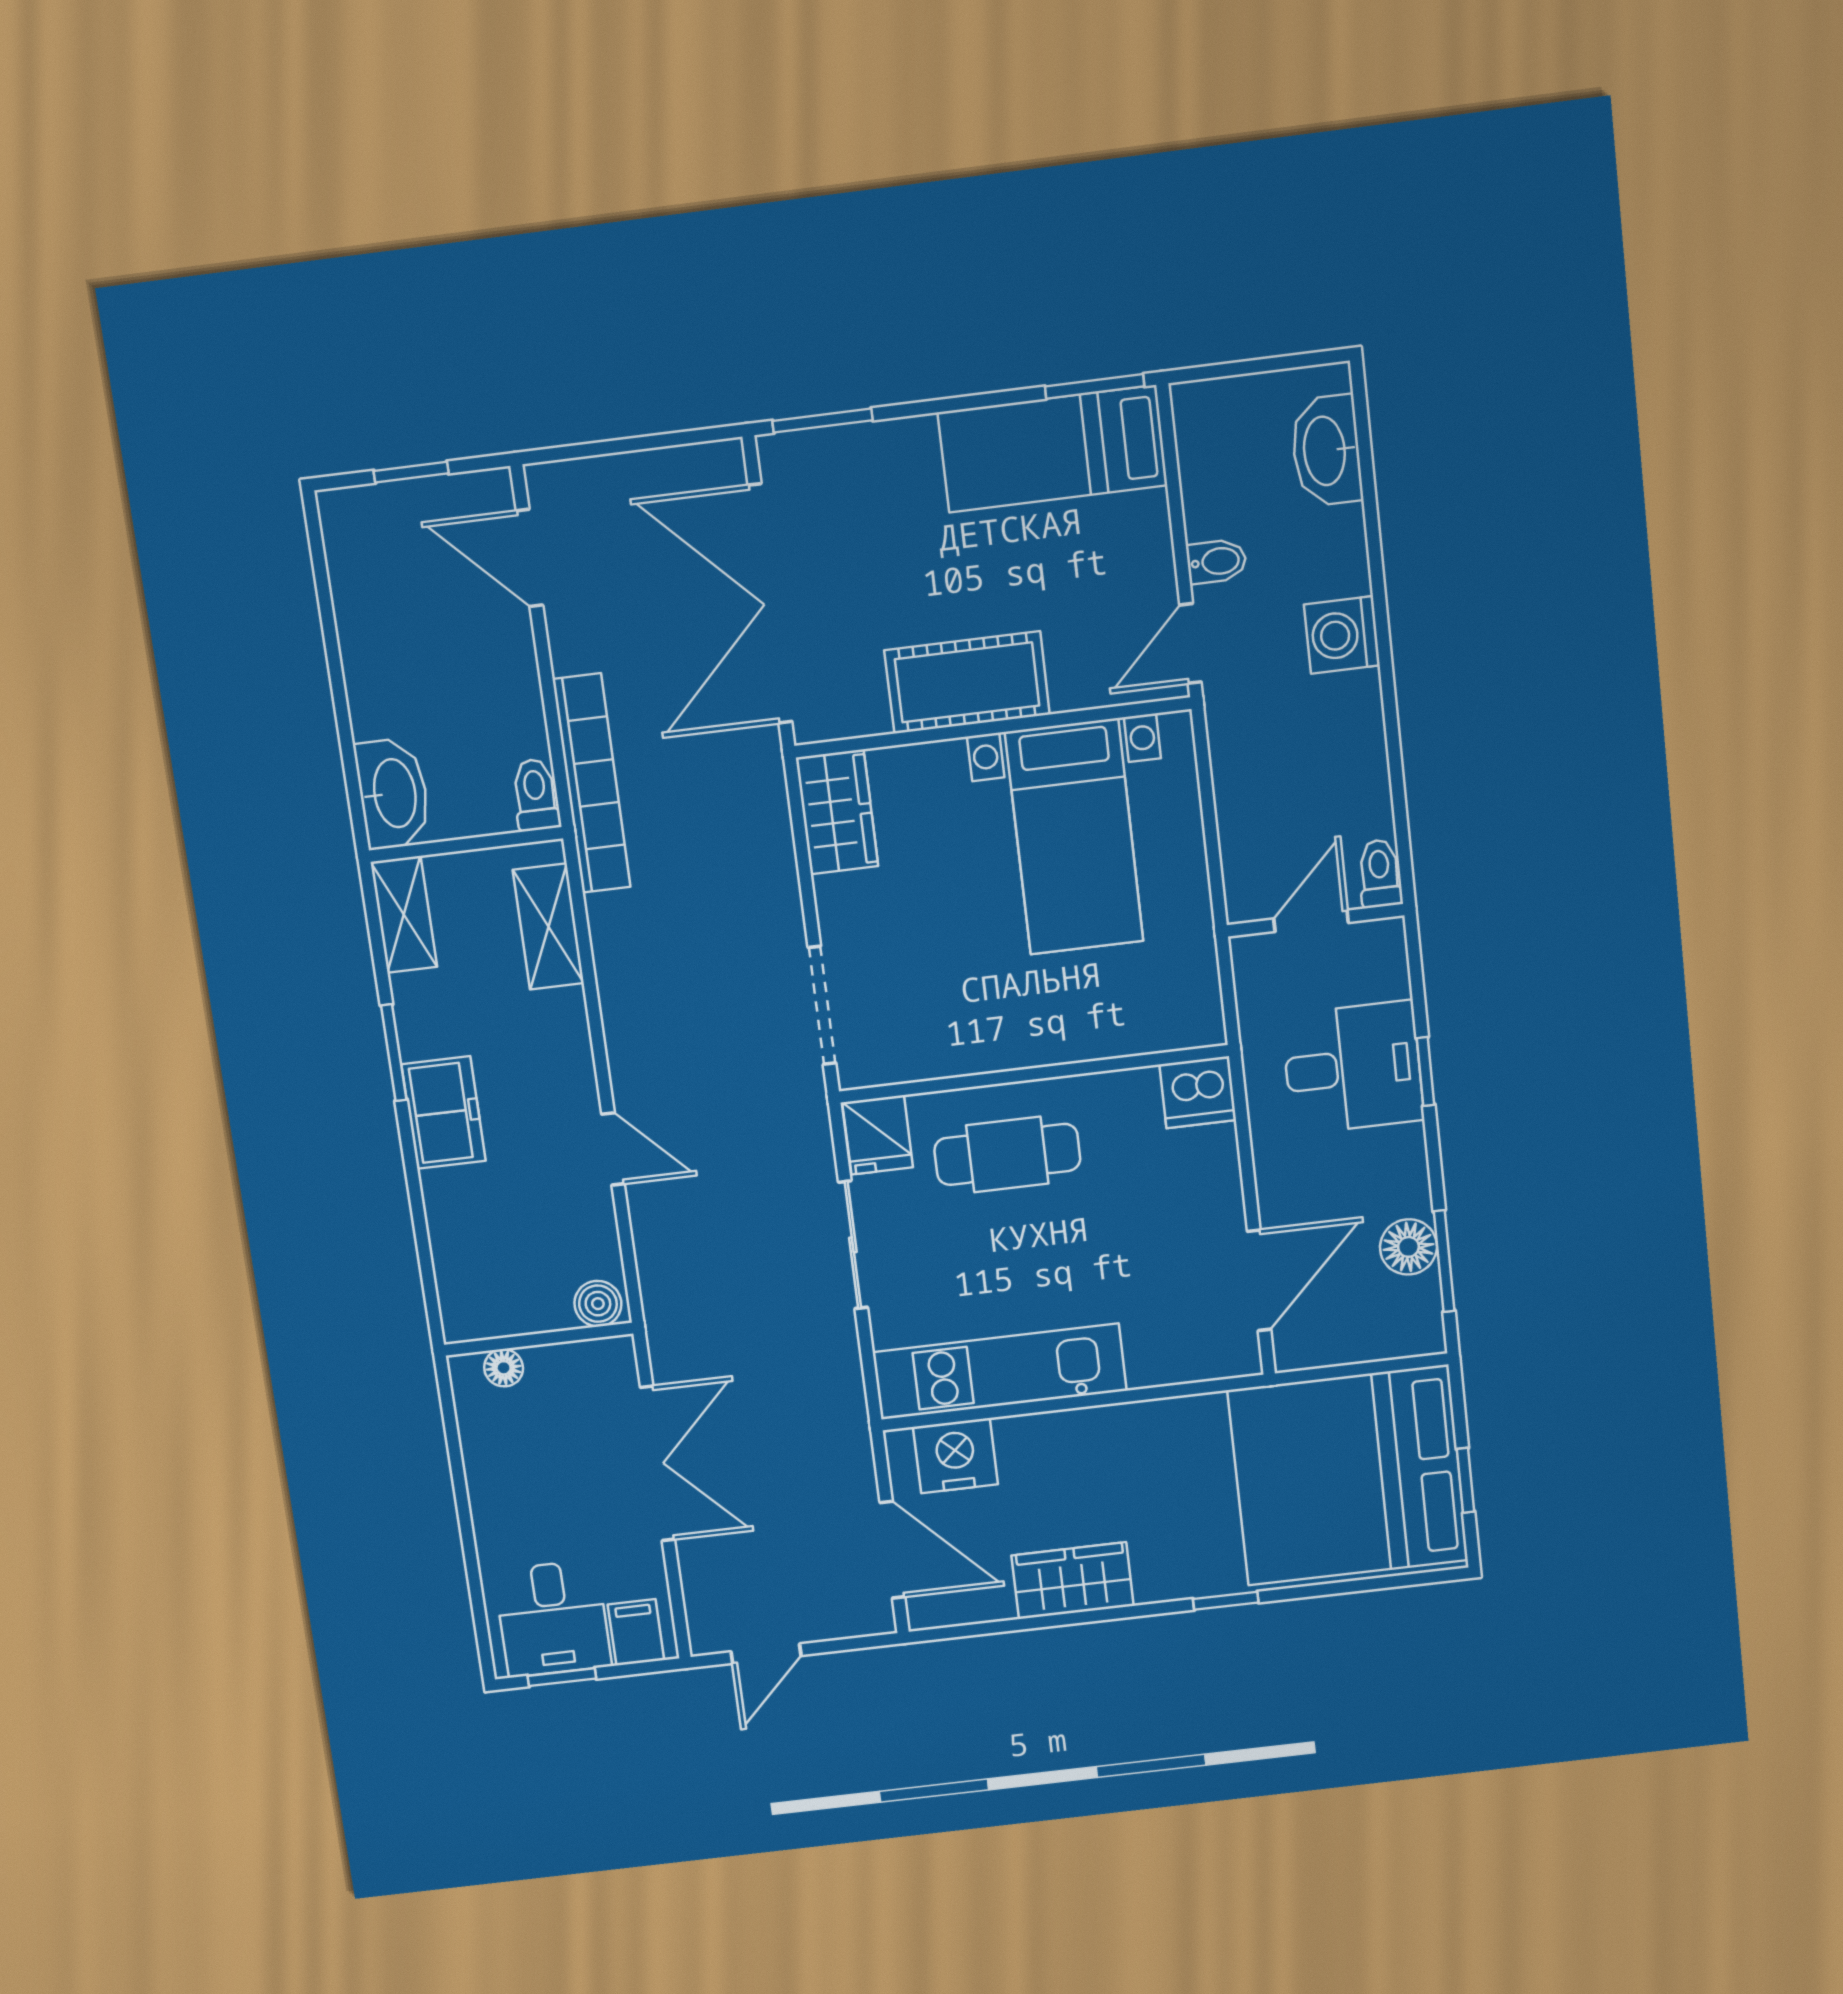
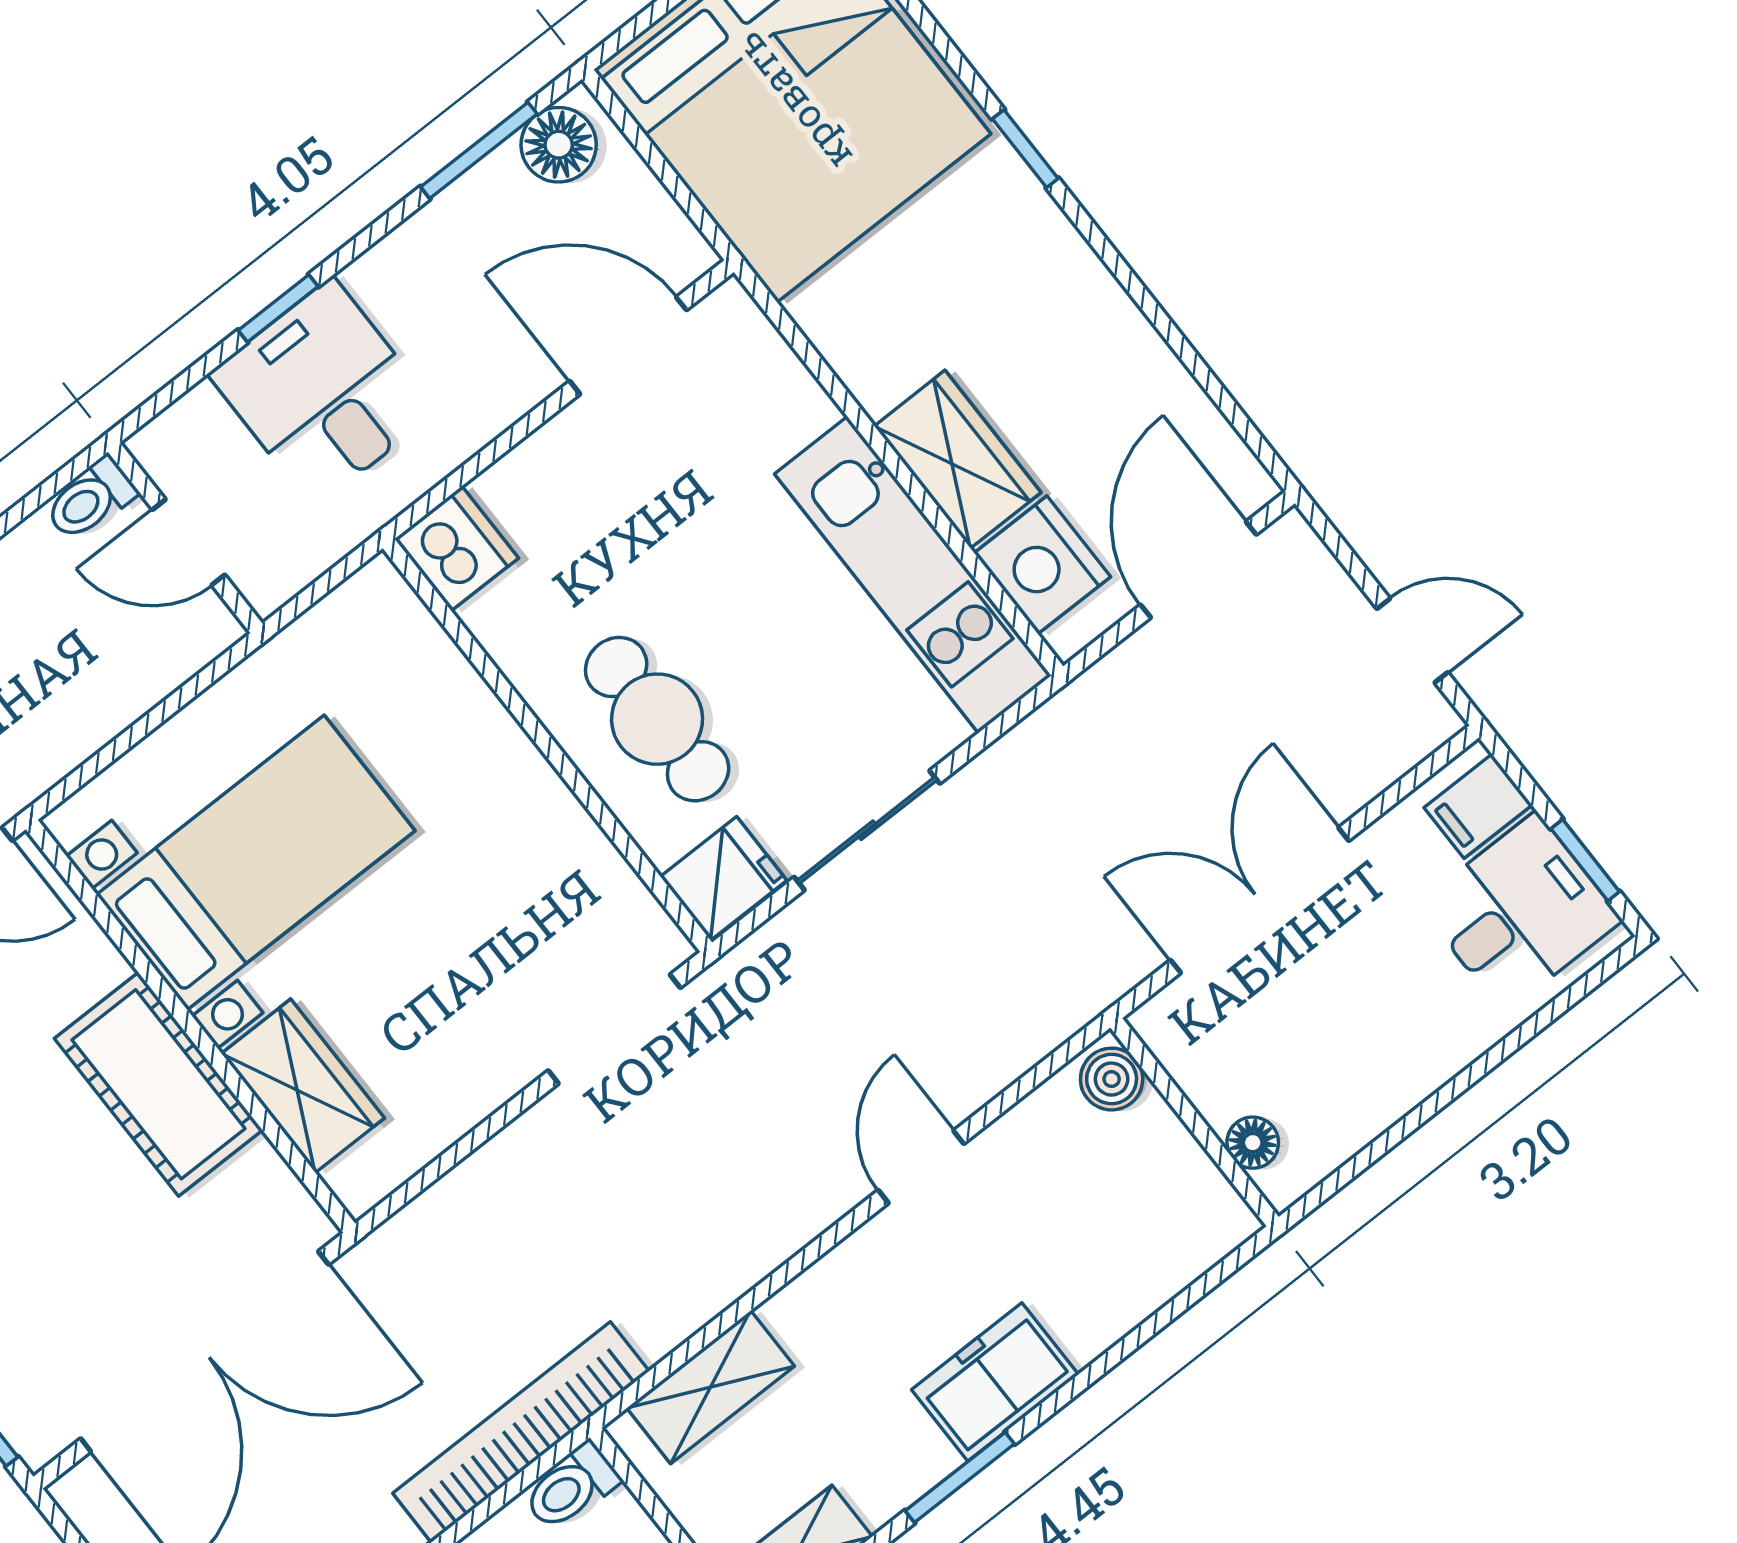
wardrobe: (837, 812) -> (303, 1086), moved, turned 90
floor lamp: (1408, 1247) -> (559, 145), moved
wardrobe: (1073, 1581) -> (958, 459), moved, turned 180

